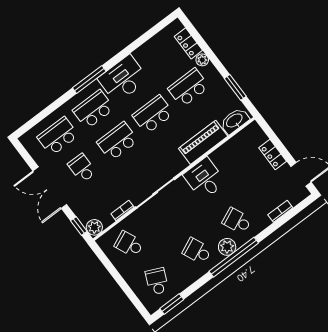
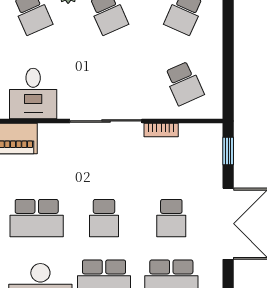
school desk: (117, 141) -> (104, 218), width x0.54
plant: (94, 227) -> (210, 135), removed

